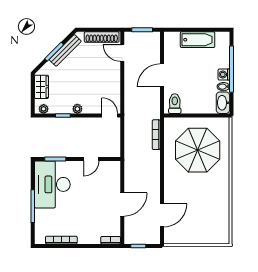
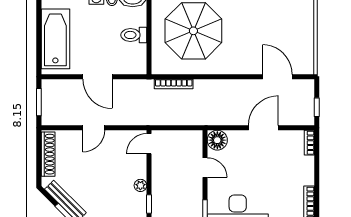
bathtub: (198, 40) -> (55, 39), width x1.36, depth x1.36
door: (122, 53) -> (94, 128), moved
toilet: (175, 104) -> (134, 35), moved
floor lamp: (113, 169) -> (217, 140), added
door: (122, 204) -> (263, 128), hinge flipped

